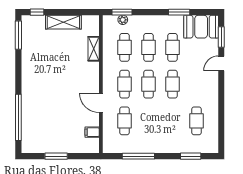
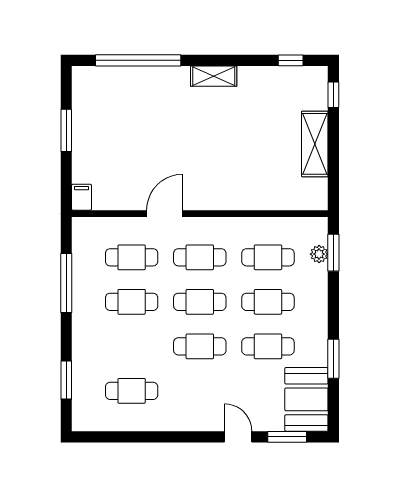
window: (18, 35) -> (291, 60), width x0.46
shelving: (94, 49) -> (214, 76), moved
cafe table: (149, 121) -> (132, 302), added
filing cabinet: (92, 132) -> (82, 197), moved

